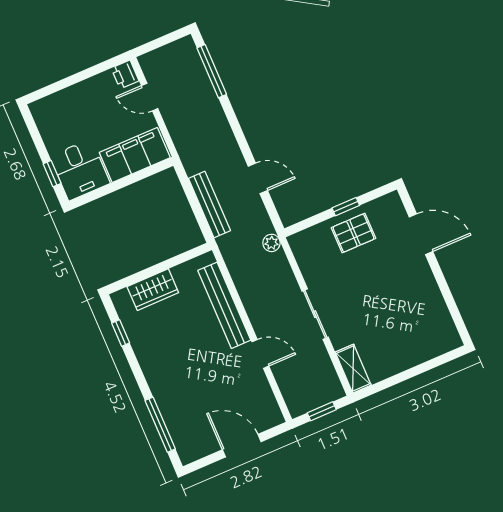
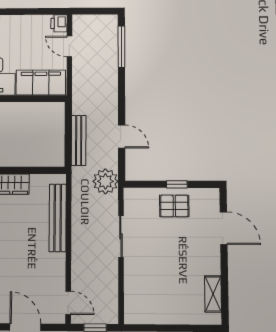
plant: (271, 243) -> (105, 181), width x1.88, depth x1.88
sliding door: (315, 314) -> (121, 236), moved
door: (260, 354) -> (68, 303), moved
shelving: (353, 369) -> (213, 294), moved

